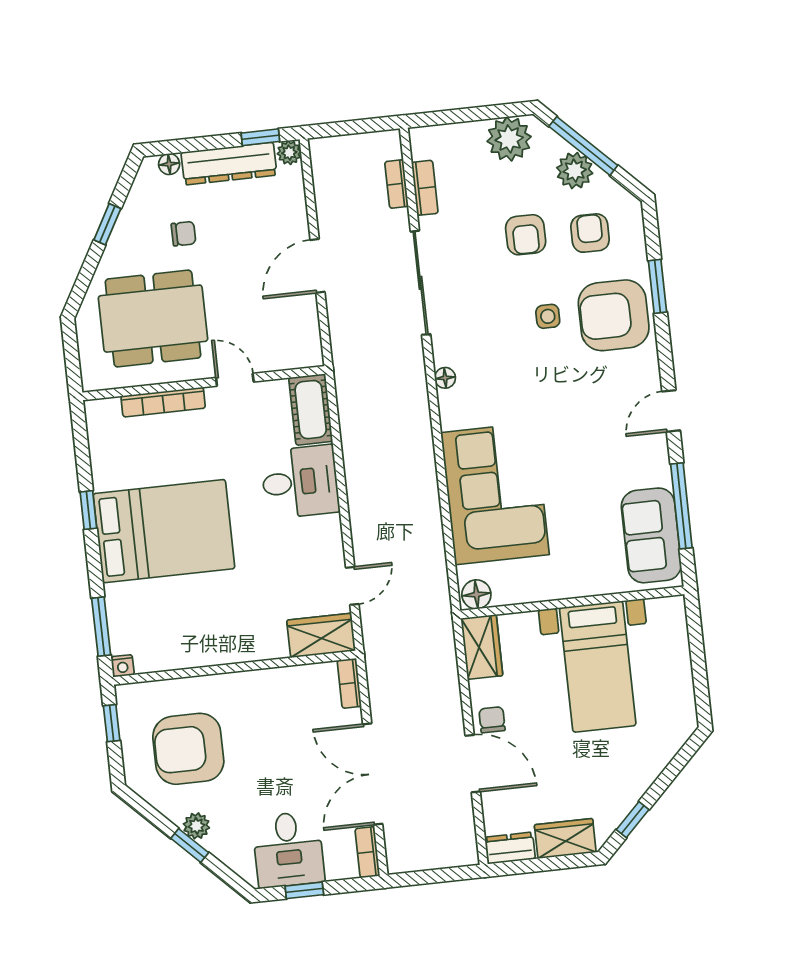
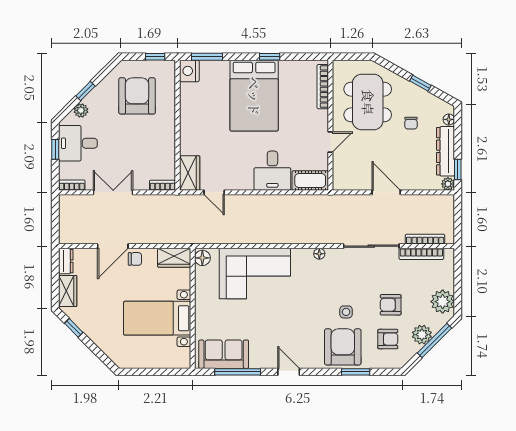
bookcase: (397, 184) -> (425, 239), width x1.56
bookcase: (425, 188) -> (421, 254), width x1.56
bookcase: (163, 402) -> (323, 87), moved
nightstand: (123, 666) -> (189, 71), width x1.89, depth x1.79
double door: (373, 774) -> (113, 192), width x0.73
plant: (196, 826) -> (81, 110), moved

